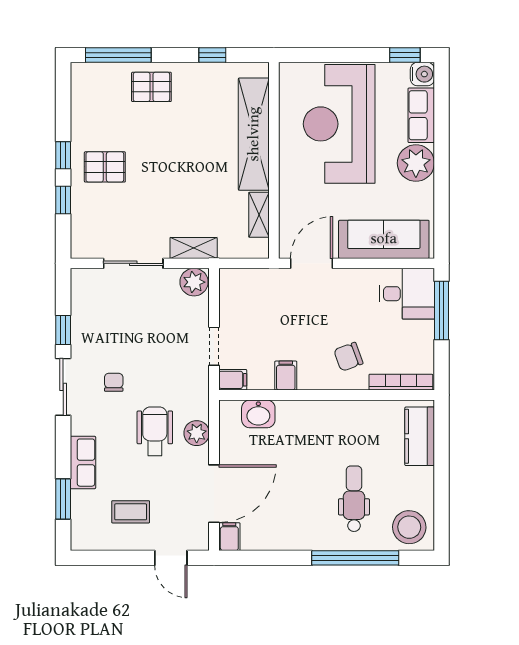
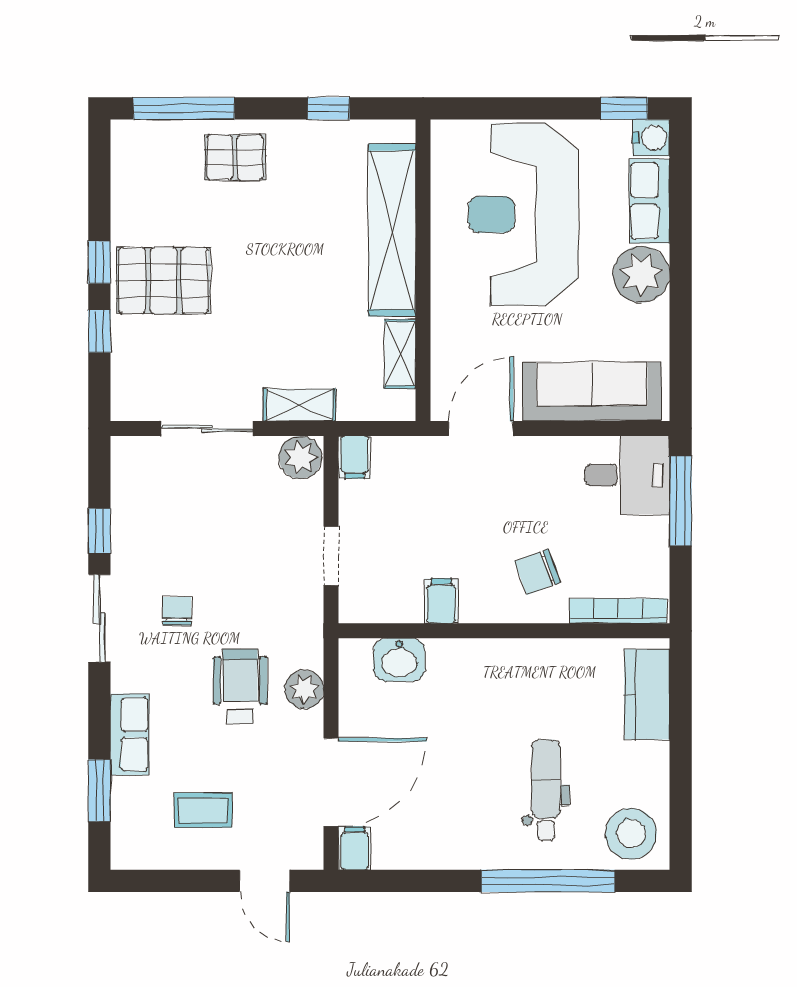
pallet: (105, 167) -> (163, 280), width x1.50, depth x1.42
filing cabinet: (233, 380) -> (354, 457), moved, turned 90

